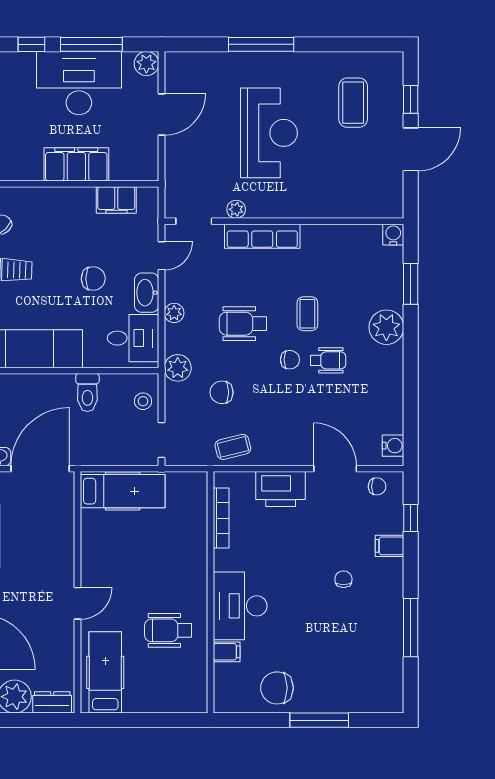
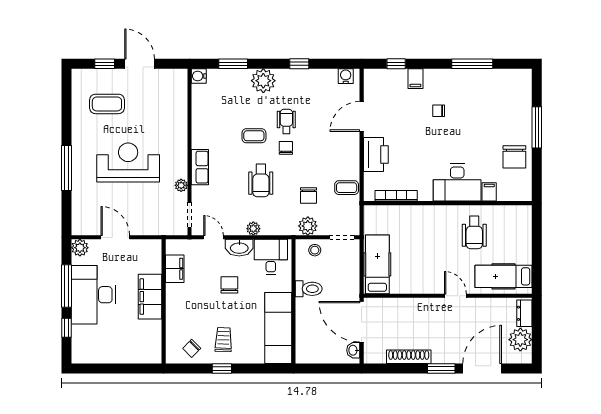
row of seats: (262, 236) -> (200, 167), width x0.68
plant: (178, 368) -> (308, 226), moved
window: (411, 379) -> (299, 64), added
coffee table: (233, 447) -> (347, 188), turned -76
chair: (377, 486) -> (374, 87), removed

